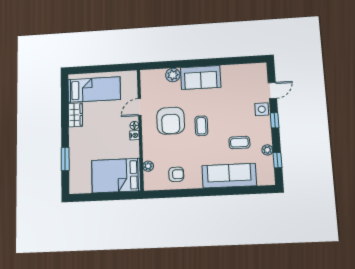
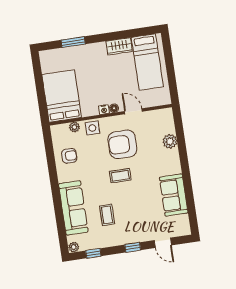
sofa: (201, 77) -> (174, 195), moved
side table: (262, 109) -> (92, 128), moved
plant: (267, 150) -> (74, 247), moved
armchair: (176, 174) -> (69, 156), turned -90

